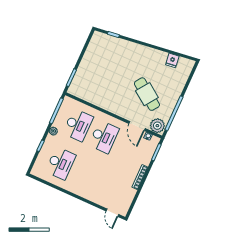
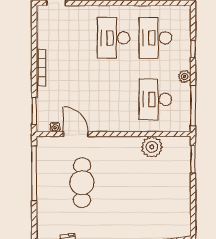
cafe table: (147, 94) -> (82, 183), turned 55
plant: (157, 126) -> (152, 147), moved
desk: (104, 137) -> (114, 38), moved

